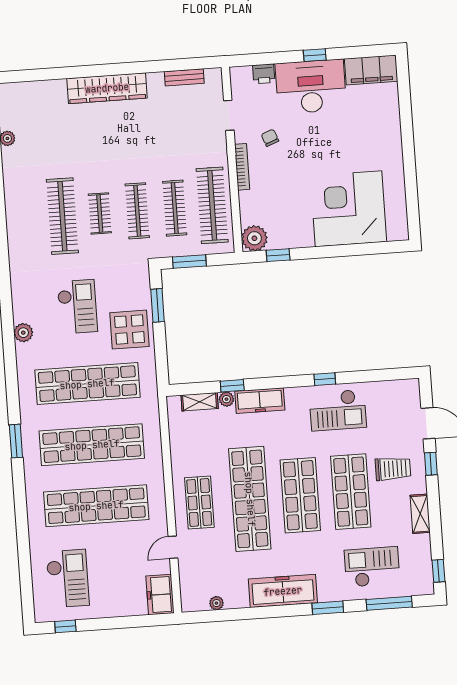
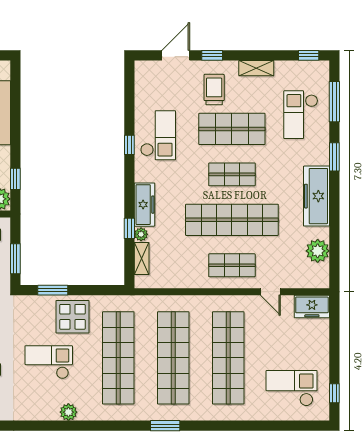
shop shelf: (300, 495) -> (232, 174), width x0.70, depth x0.74
plant: (216, 603) -> (318, 251), width x1.88, depth x1.88

